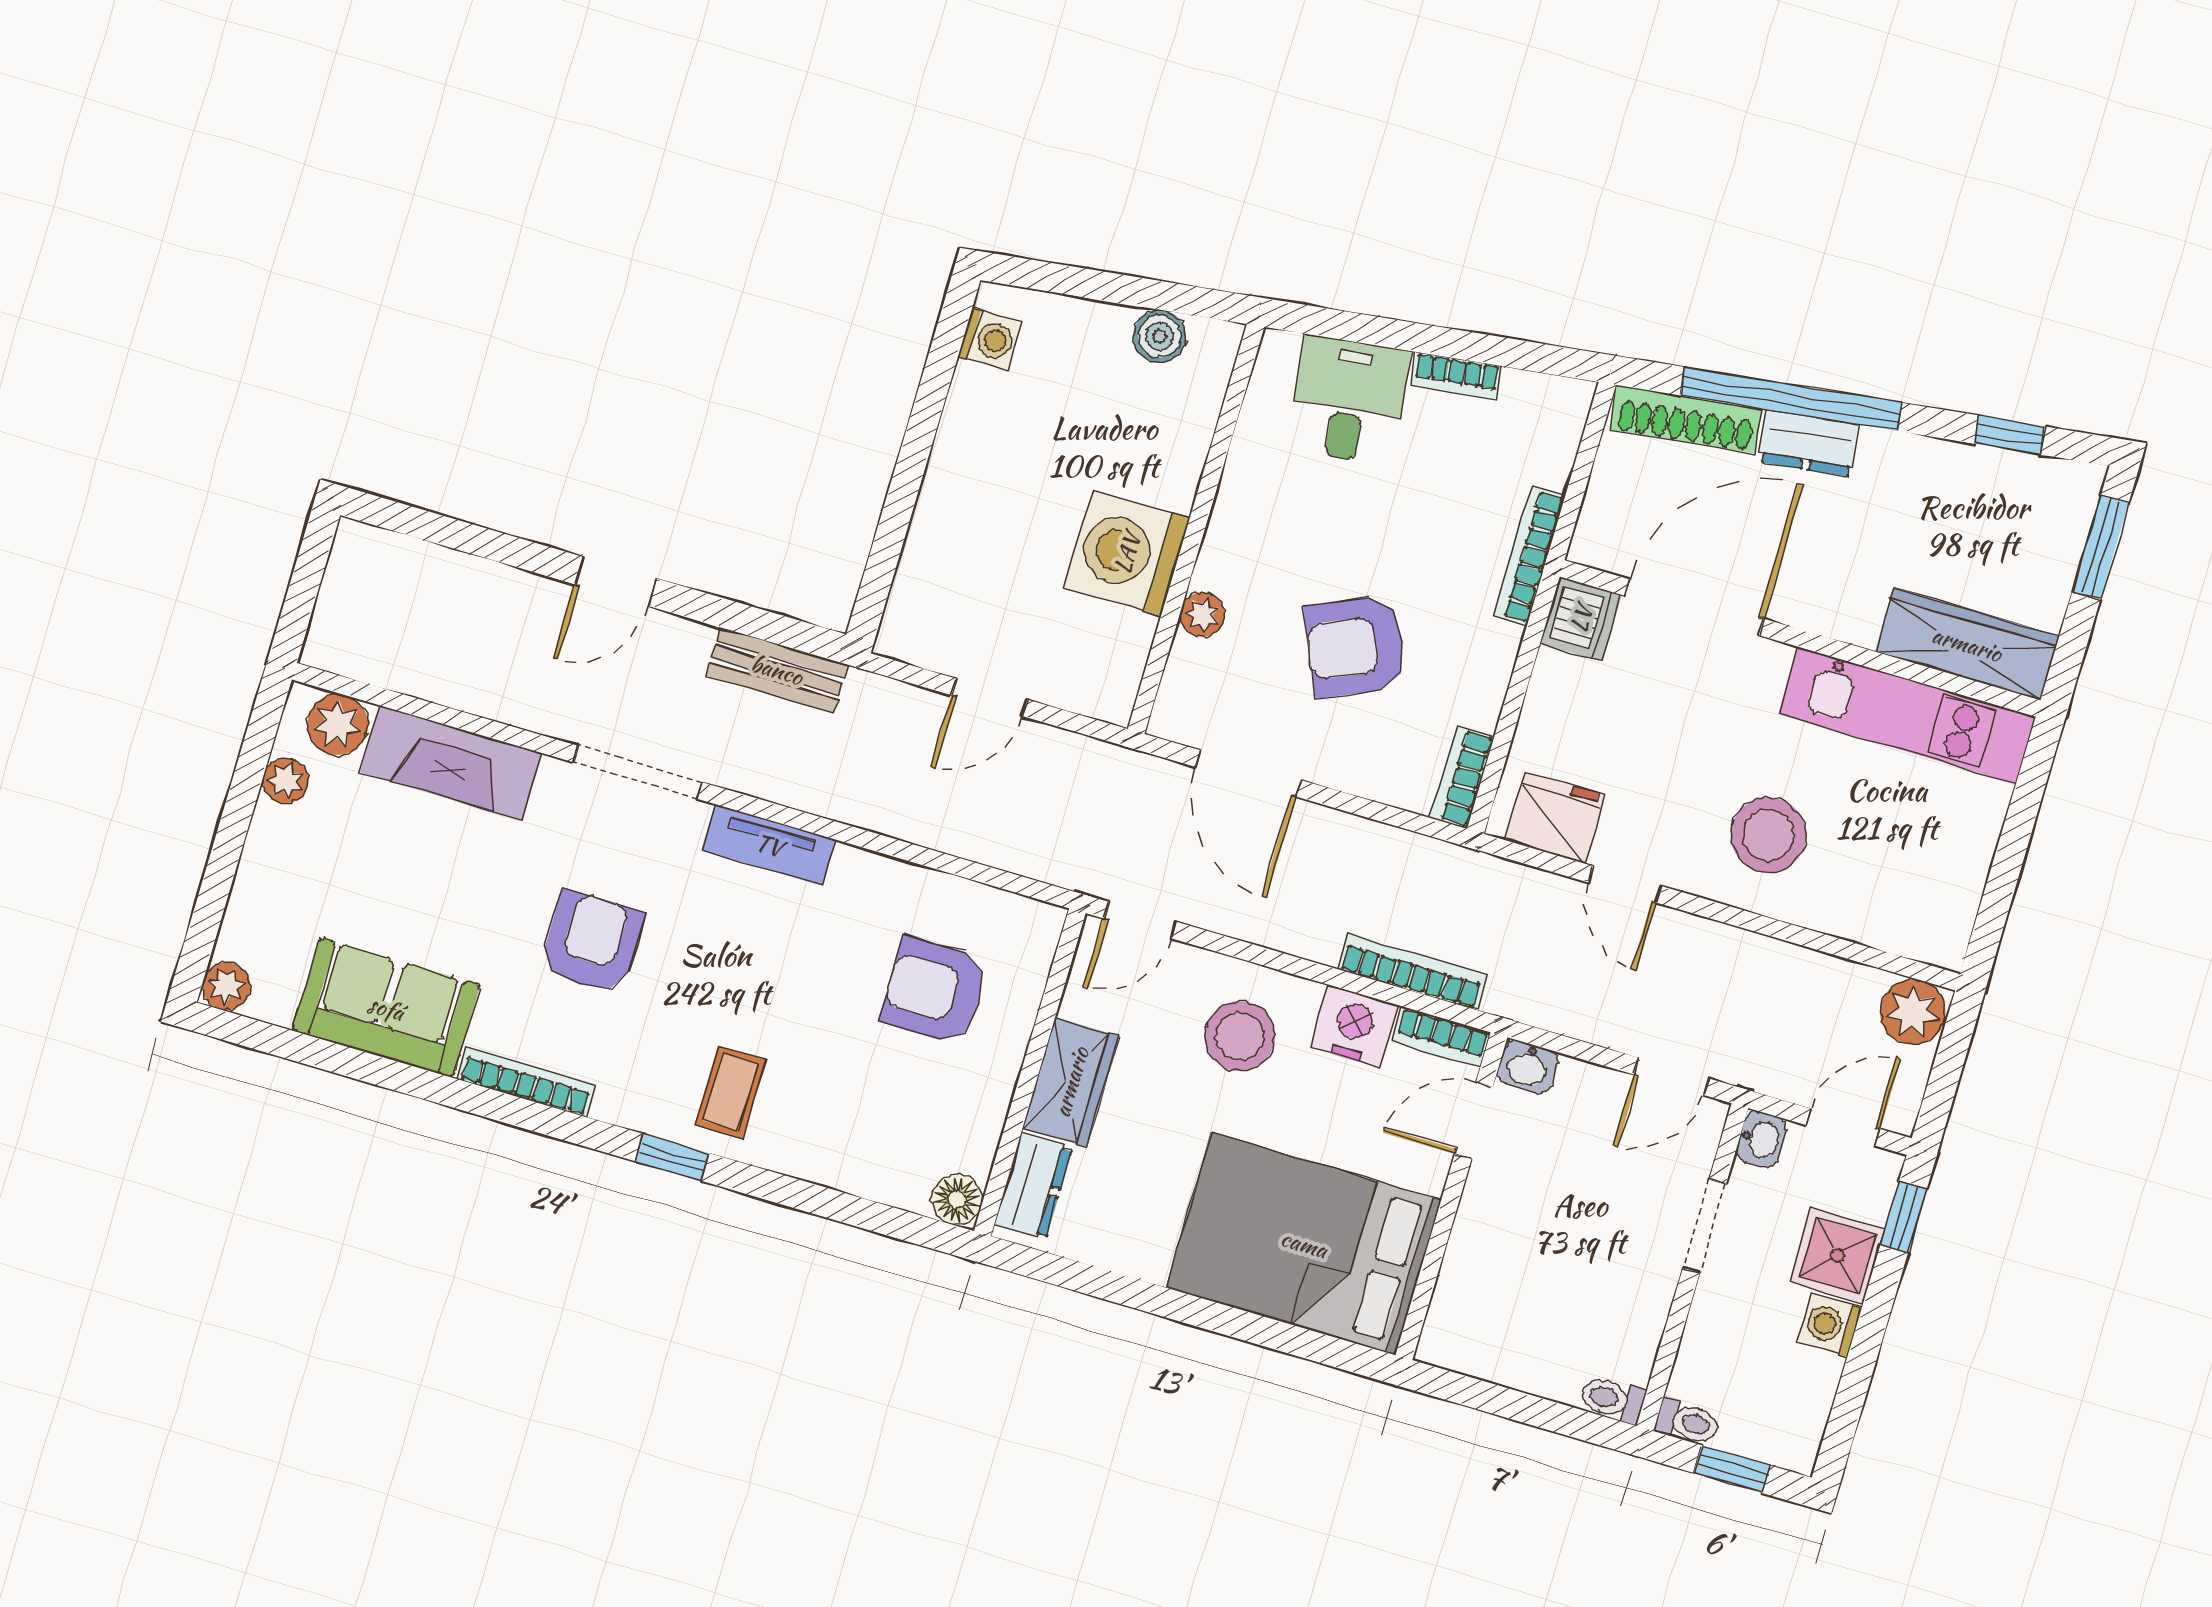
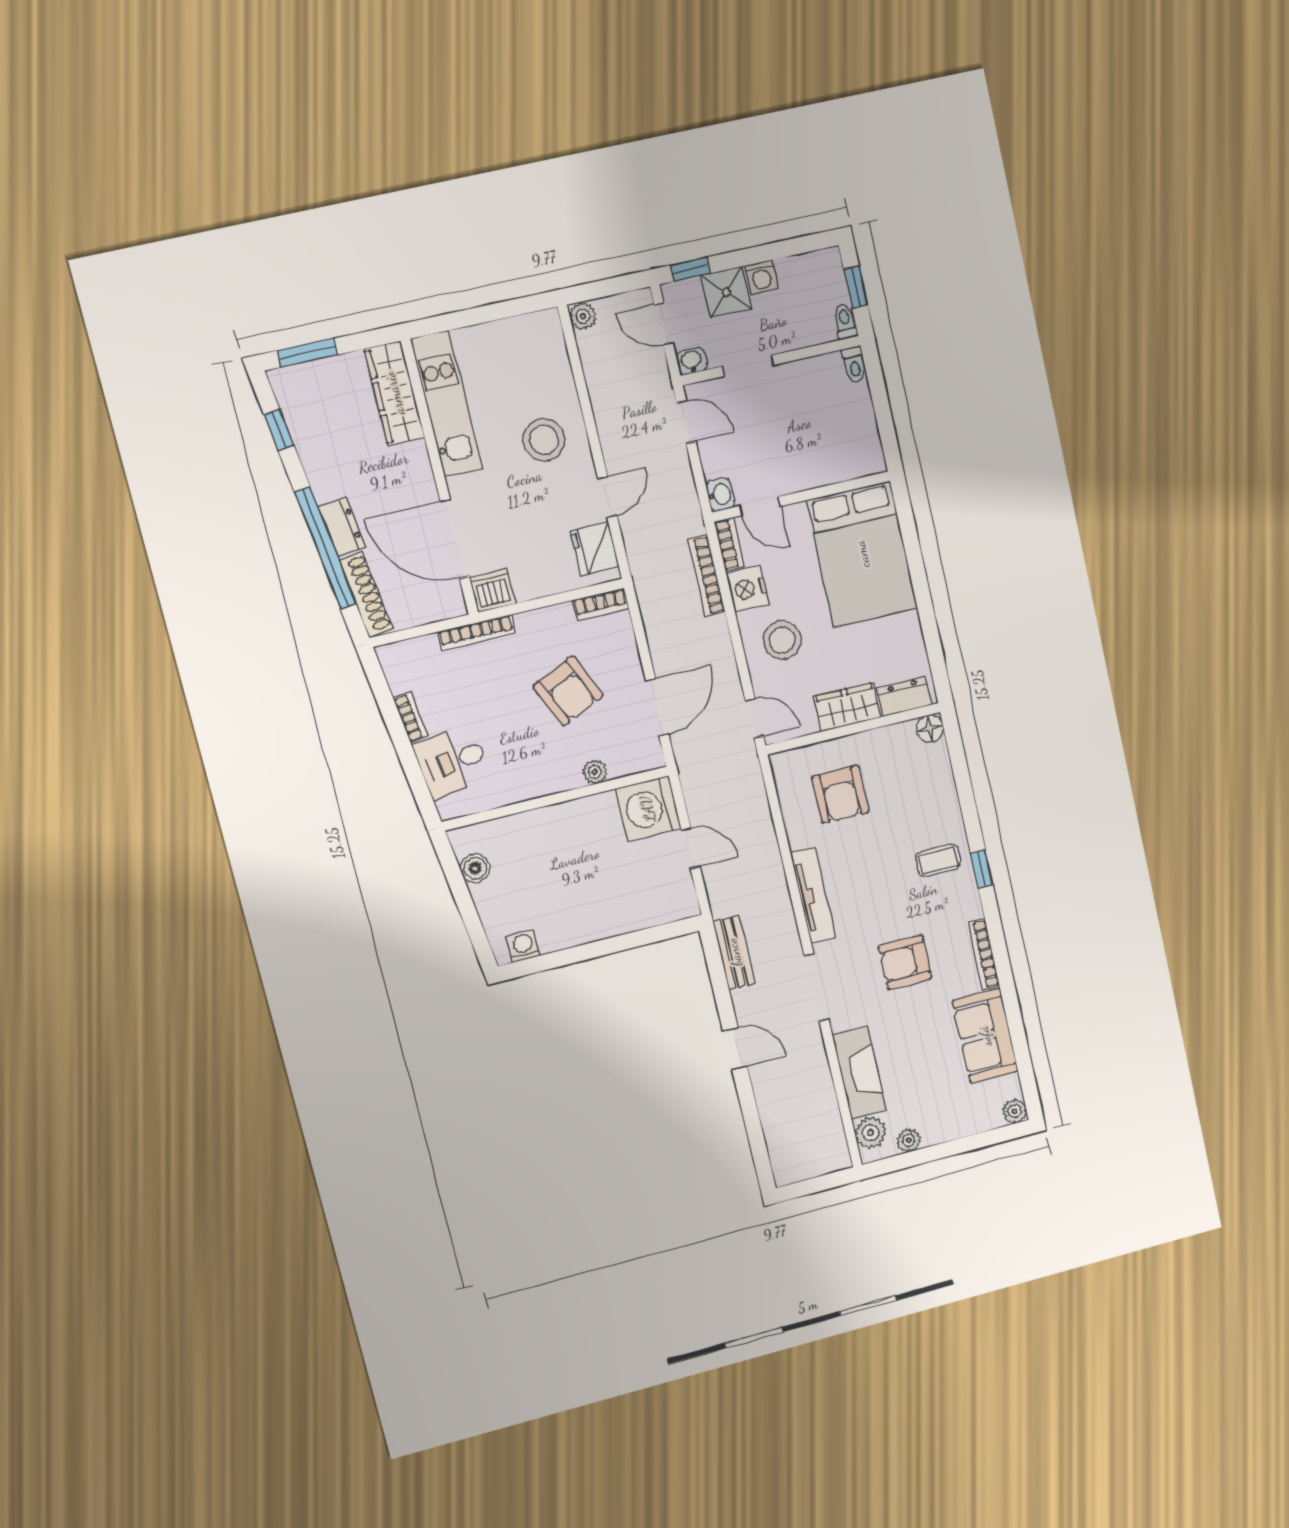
washing machine: (1127, 553) -> (648, 809), moved, turned 90
tv unit: (769, 845) -> (813, 896), width x1.41
plant: (1913, 1012) -> (583, 316), width x0.73, depth x0.73

